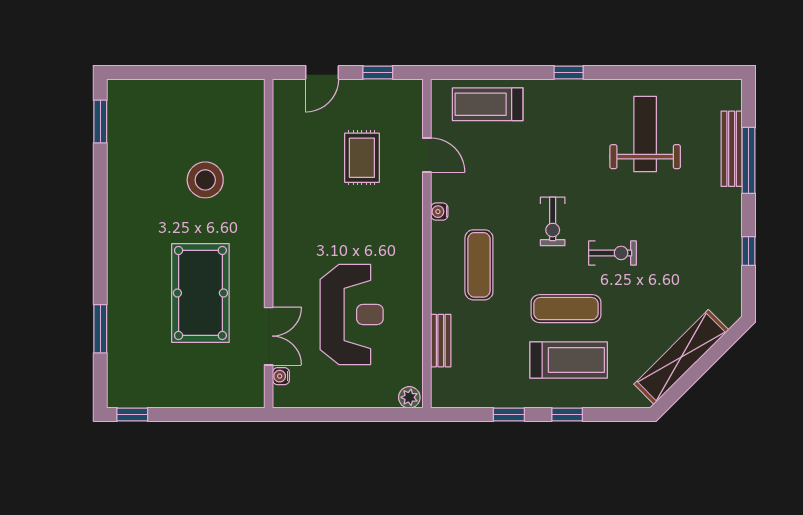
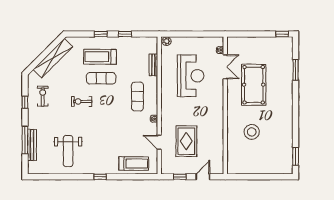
rug: (362, 158) -> (186, 141), width x1.36, depth x1.43
exercise bike: (553, 221) -> (43, 96), moved
reception desk: (352, 314) -> (191, 76), turned 180
double door: (269, 336) -> (225, 67), swing flipped

